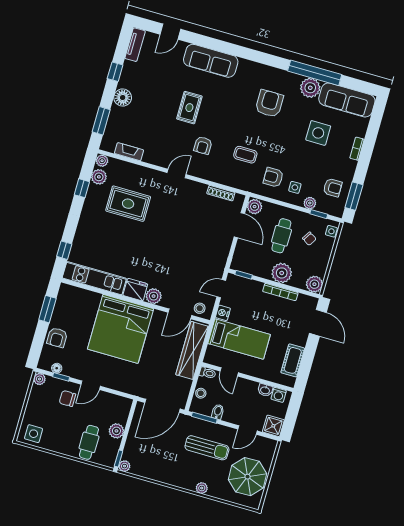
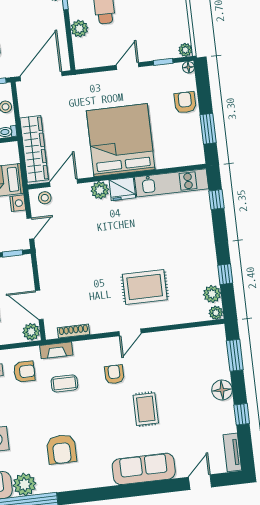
fireplace: (129, 152) -> (56, 350), moved
rug: (128, 204) -> (145, 287), moved
floor lamp: (57, 368) -> (188, 67), moved
chair: (67, 398) -> (147, 41), removed

